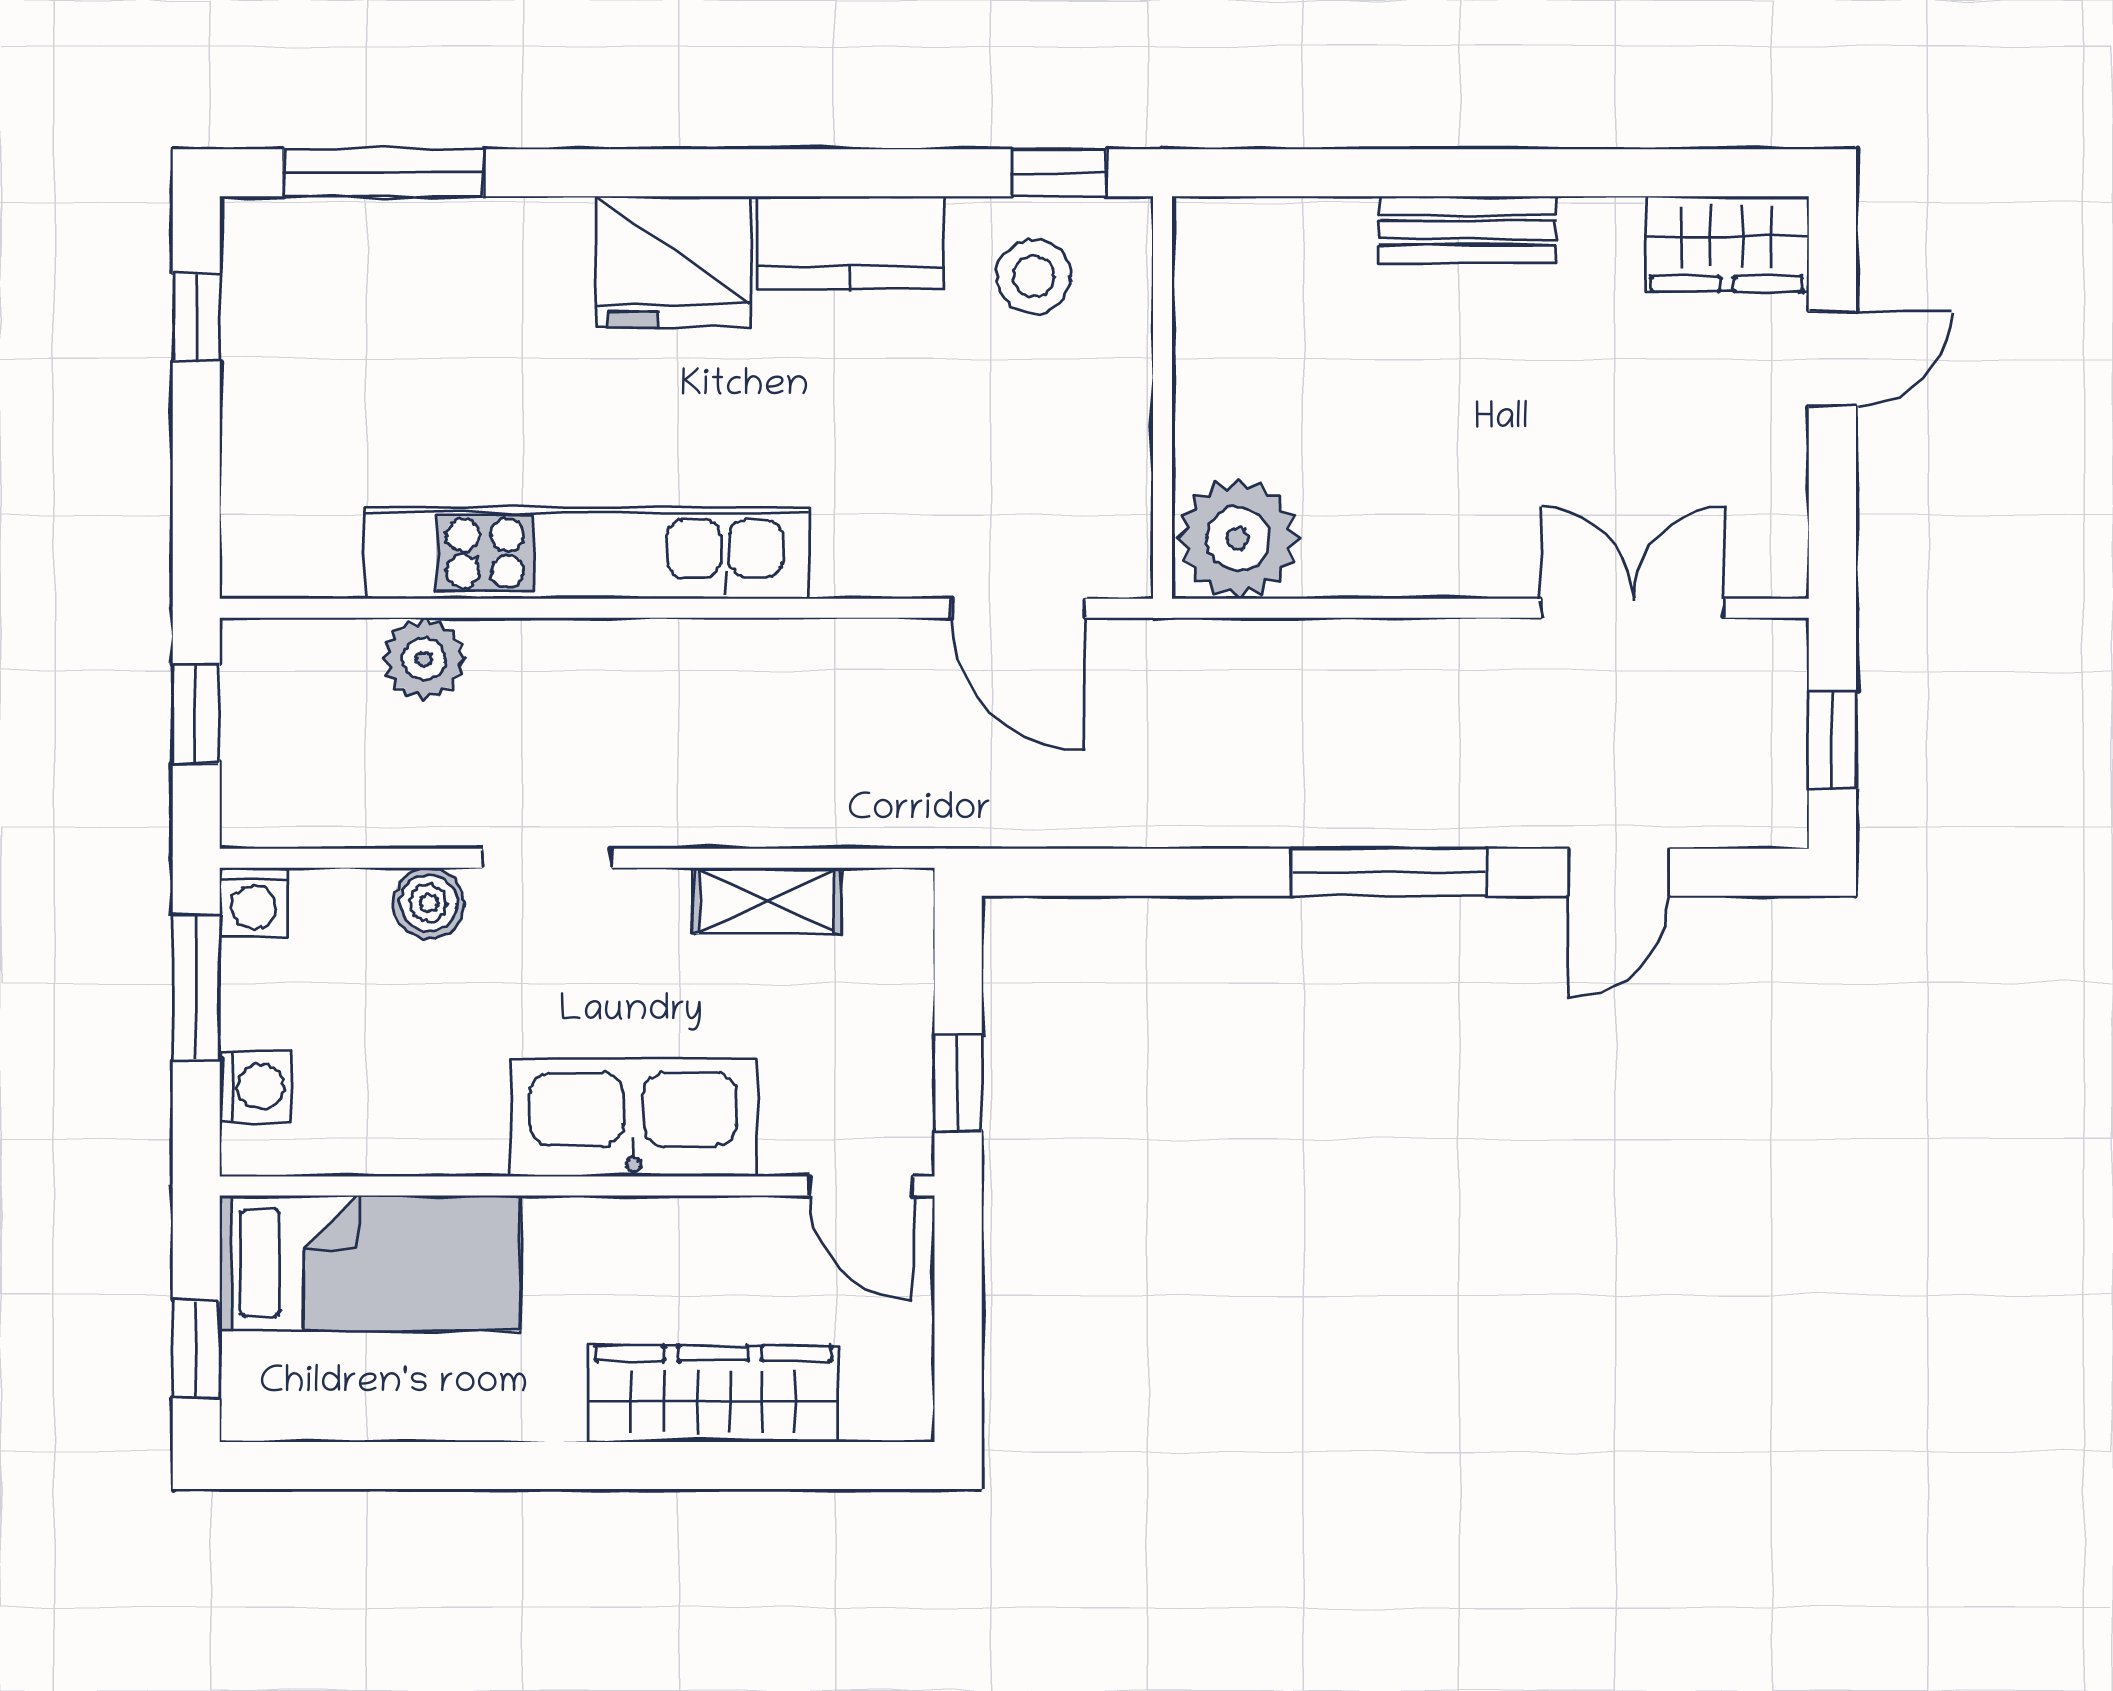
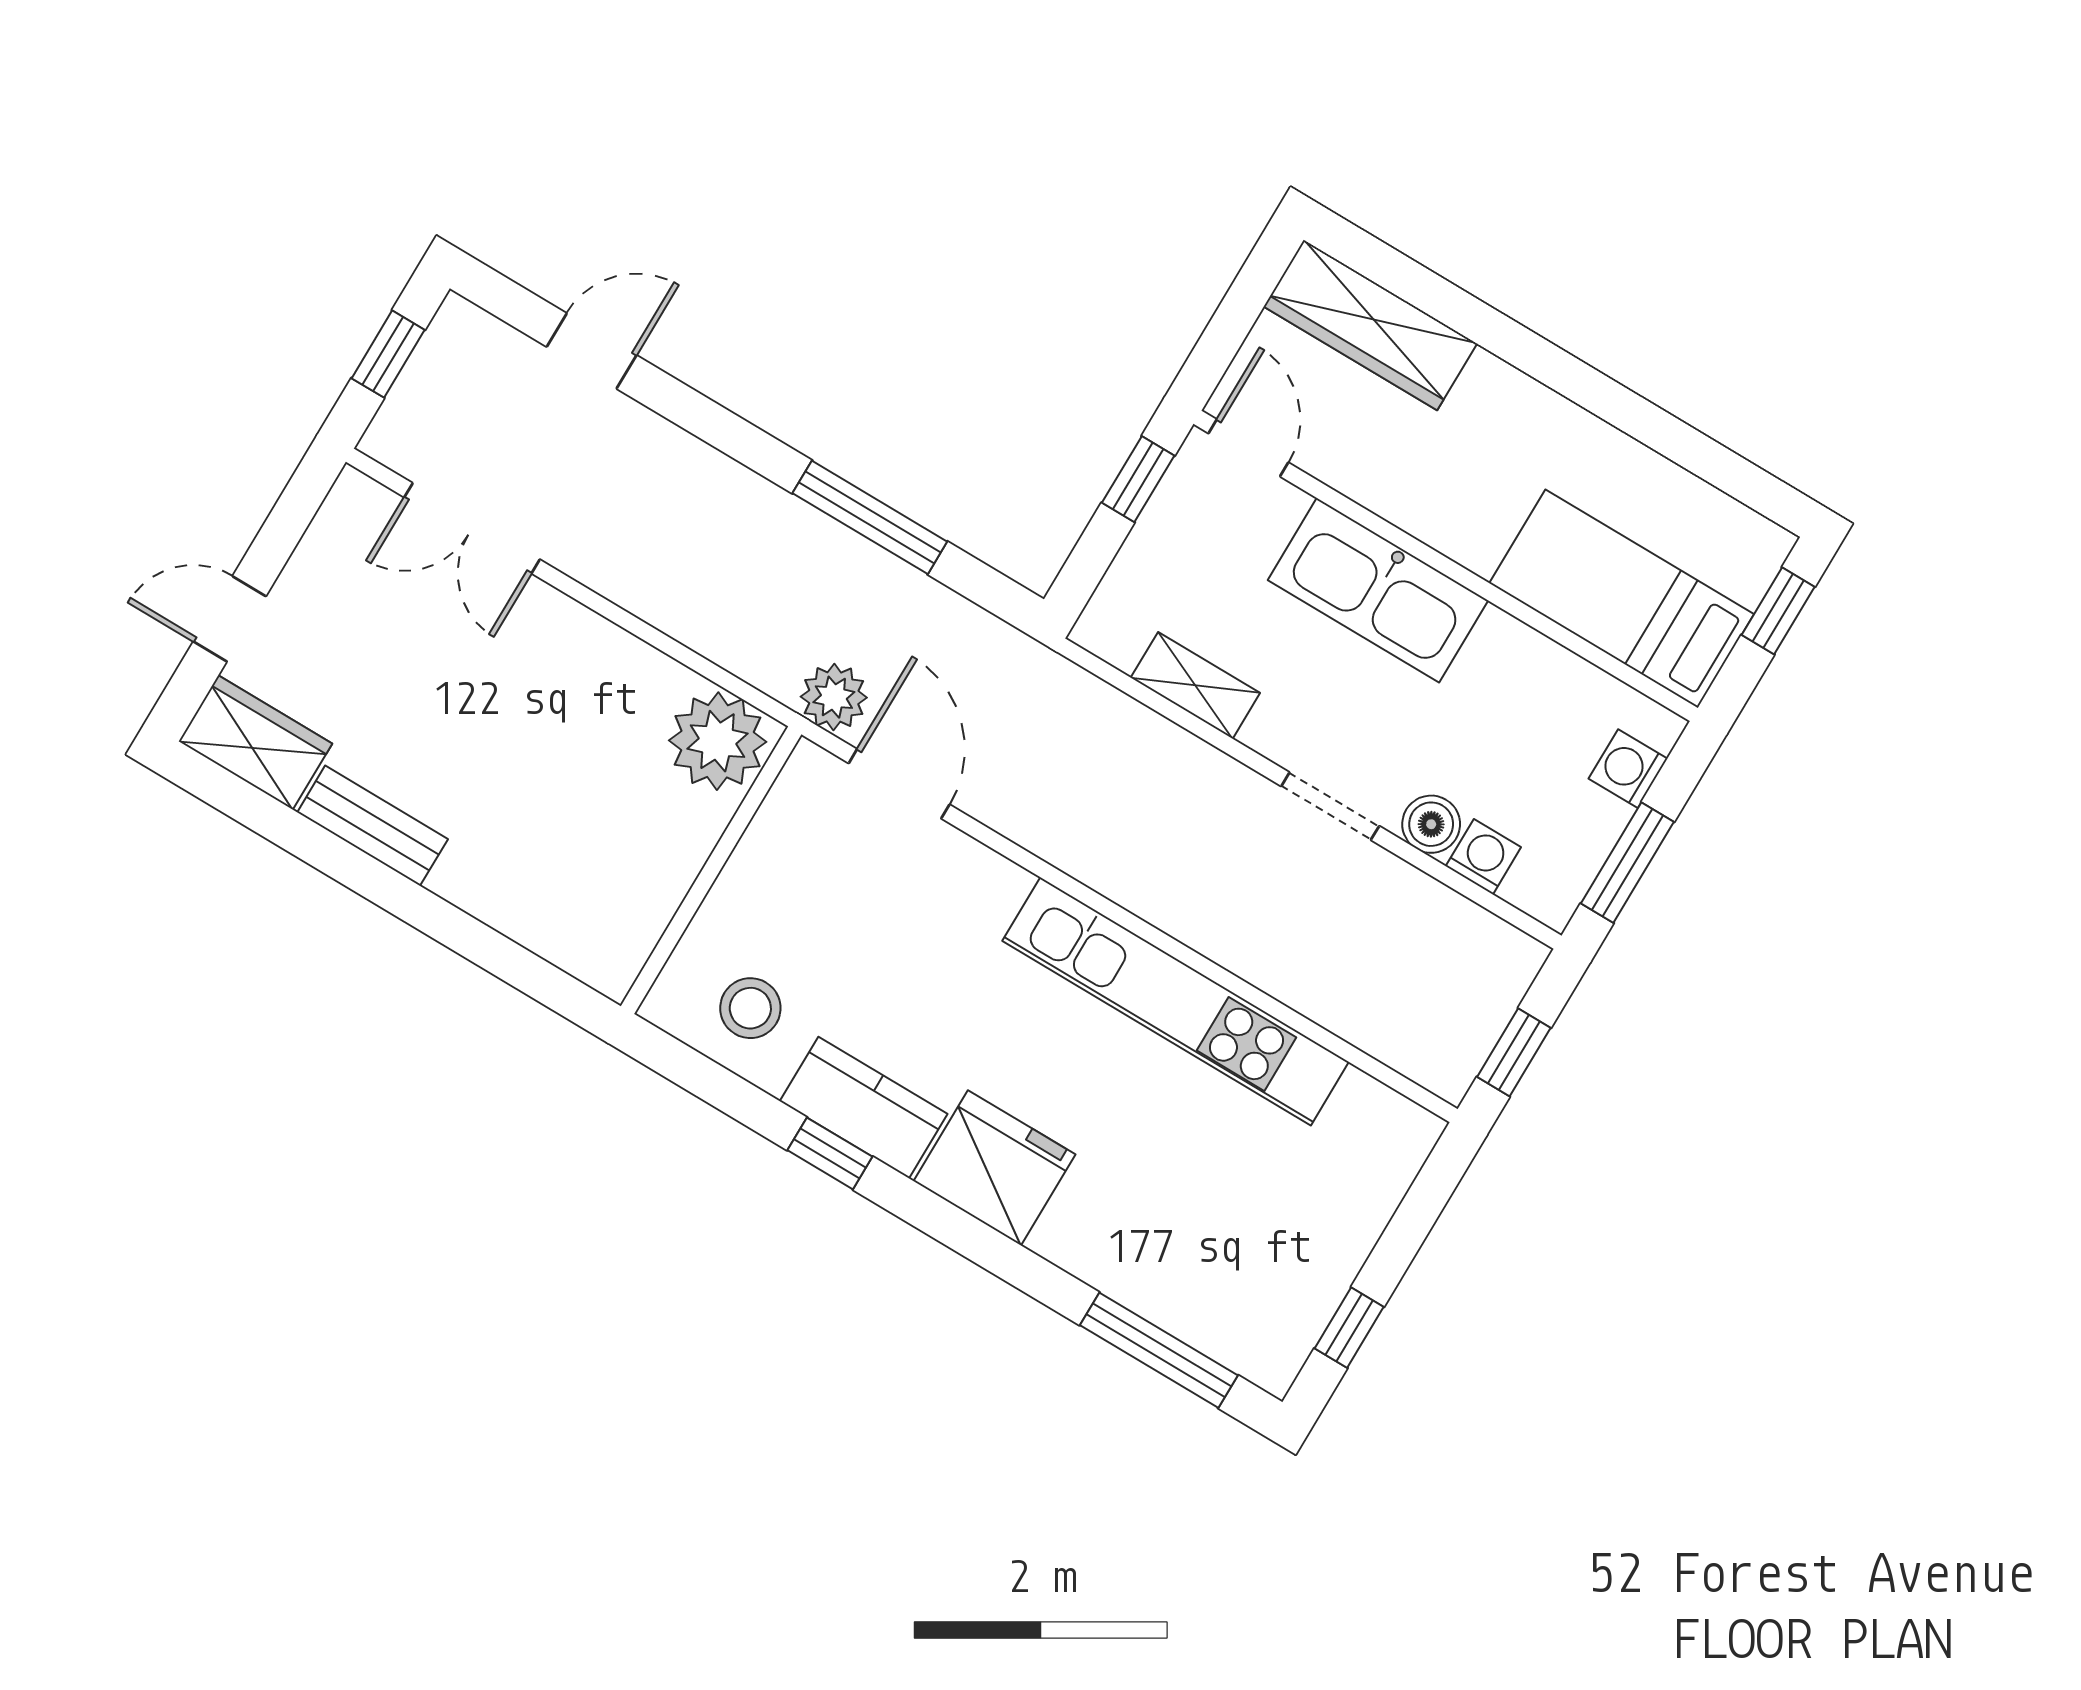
window: (1059, 173) -> (830, 1153), moved
bench: (1467, 230) -> (373, 826), moved
plant: (424, 659) -> (834, 697), moved
window: (1389, 872) -> (870, 517), moved
washing machine: (254, 902) -> (1483, 857), moved
wardrobe: (713, 1394) -> (1370, 325), moved

